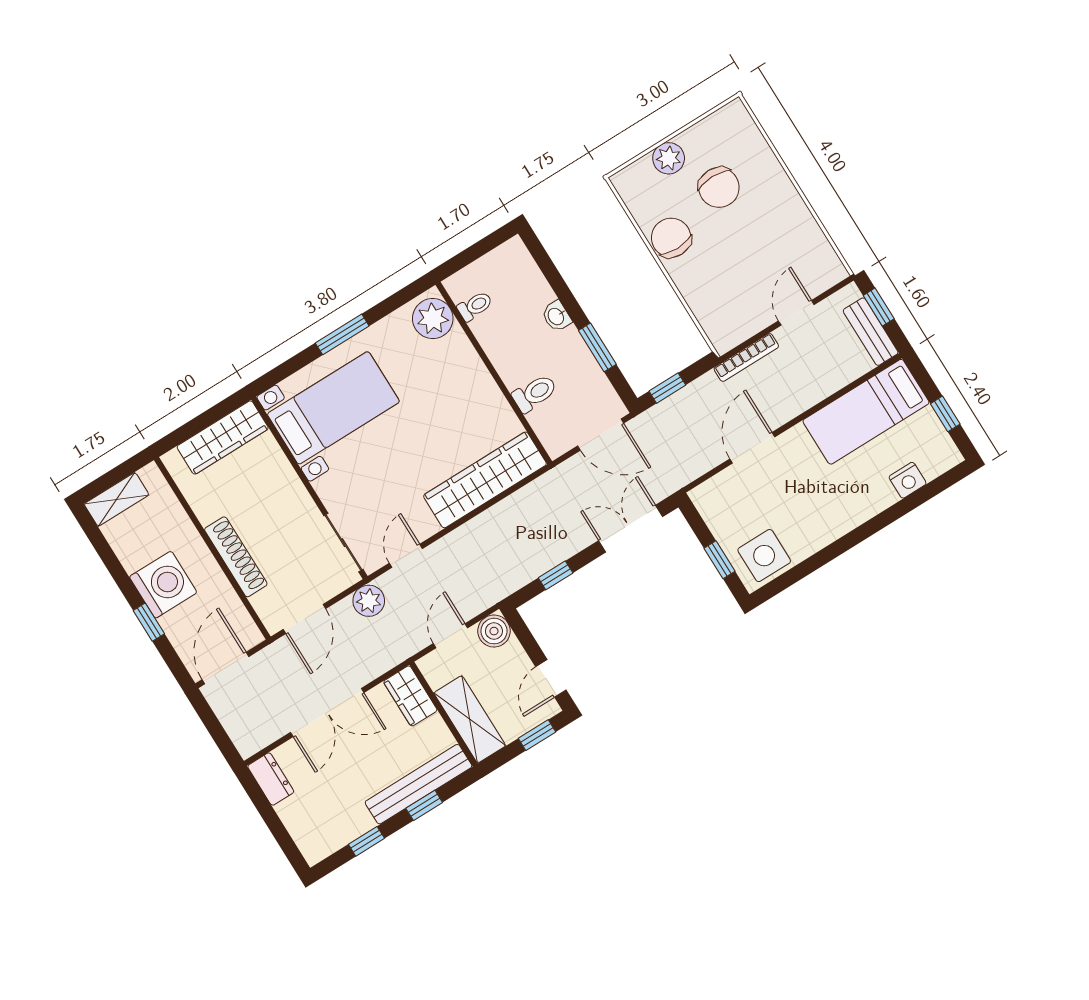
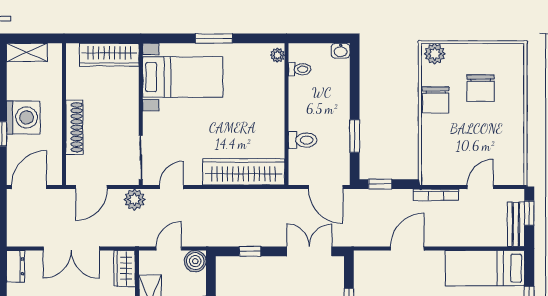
plant: (669, 158) -> (435, 54), moved
chair: (671, 238) -> (436, 100), turned 180
washbasin: (556, 316) -> (341, 51), moved, turned -90
plant: (433, 319) -> (277, 55), width x0.53, depth x0.53

